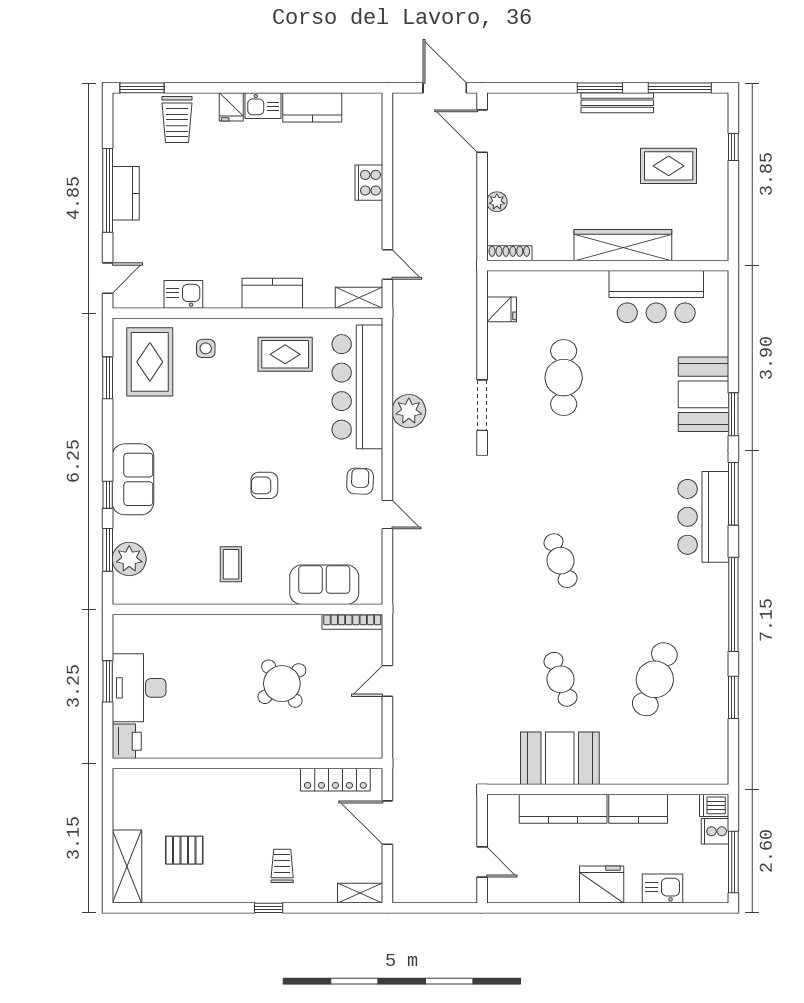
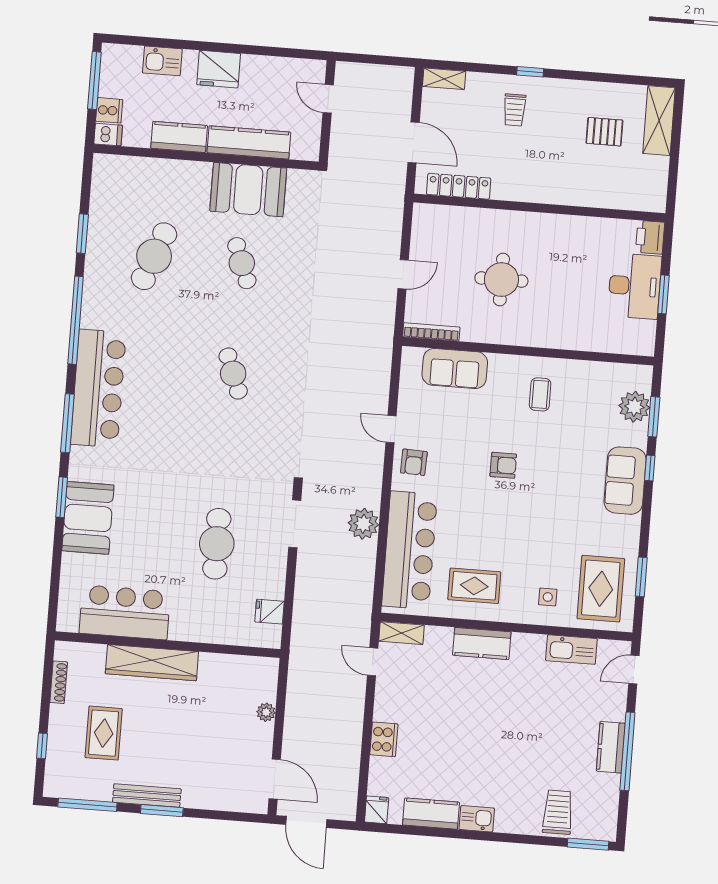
fridge: (231, 107) -> (377, 810), moved
rug: (669, 166) -> (104, 733), turned 90
shoe rack: (509, 253) -> (59, 682), moved, turned -90
kitchen sink: (183, 294) -> (571, 650), width x1.38
bar counter: (703, 517) -> (98, 388), width x1.36
round table: (282, 684) -> (501, 280), turned 38

